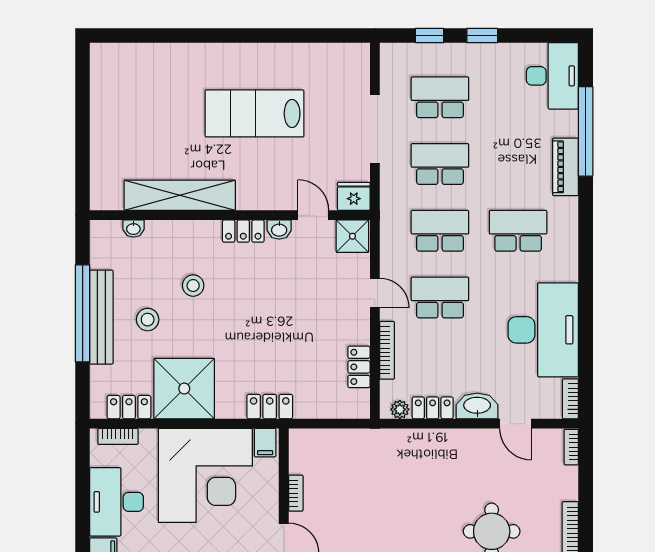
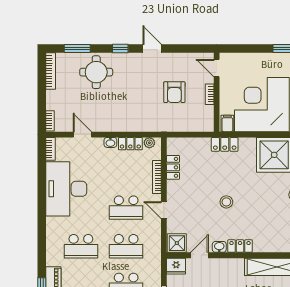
door: (313, 215) -> (199, 255), swing flipped
stool: (193, 286) -> (226, 202), moved
washbasin: (477, 406) -> (110, 142), width x0.52, depth x0.69
armchair: (357, 497) -> (174, 92), added

